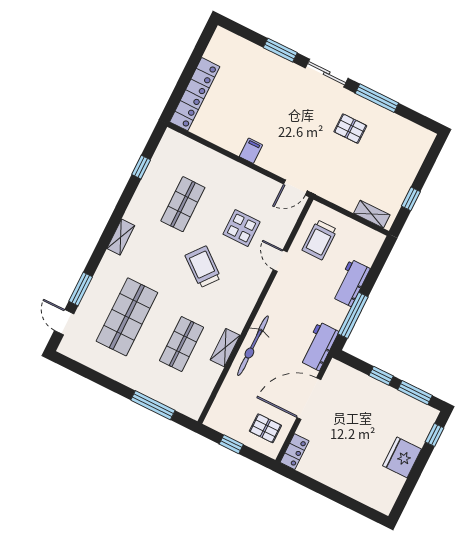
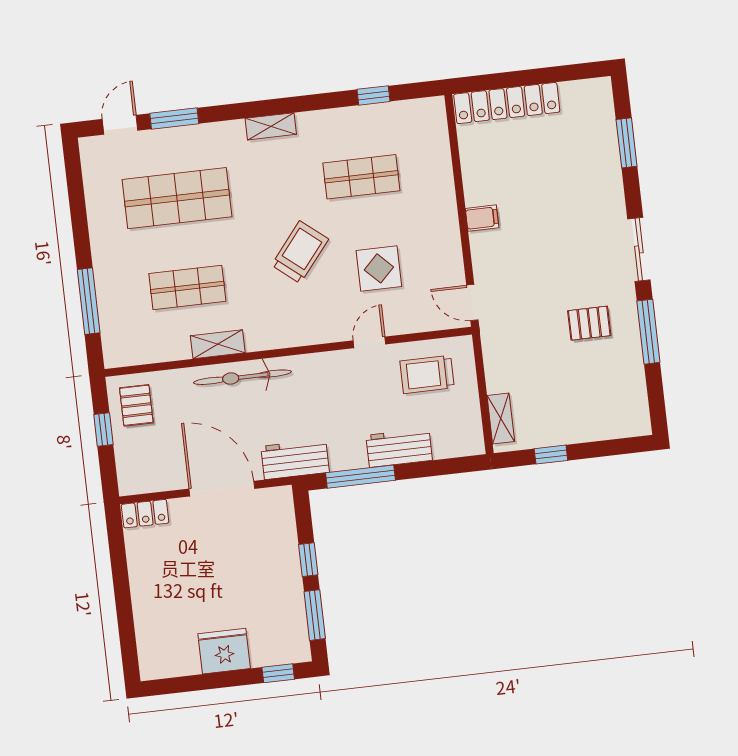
window: (280, 50) -> (627, 143), moved
pallet: (350, 129) -> (589, 323), turned 90
pallet: (265, 428) -> (136, 405), moved

